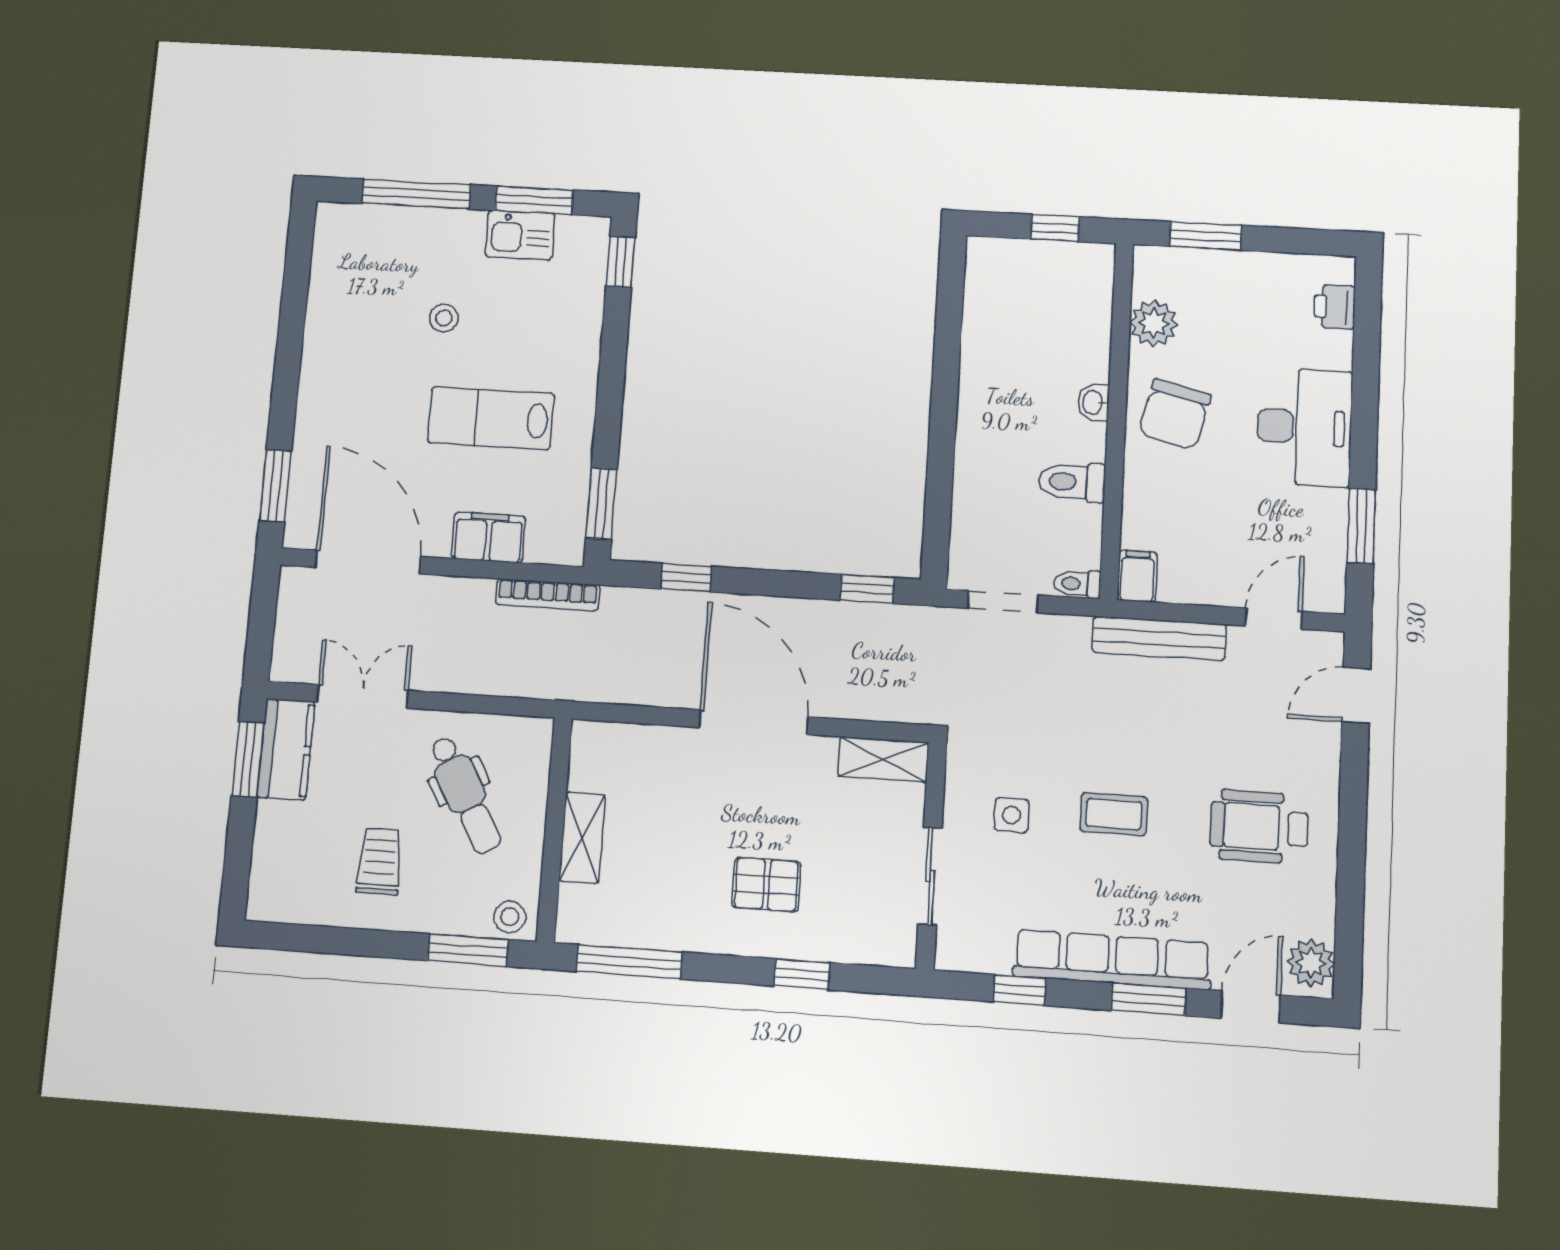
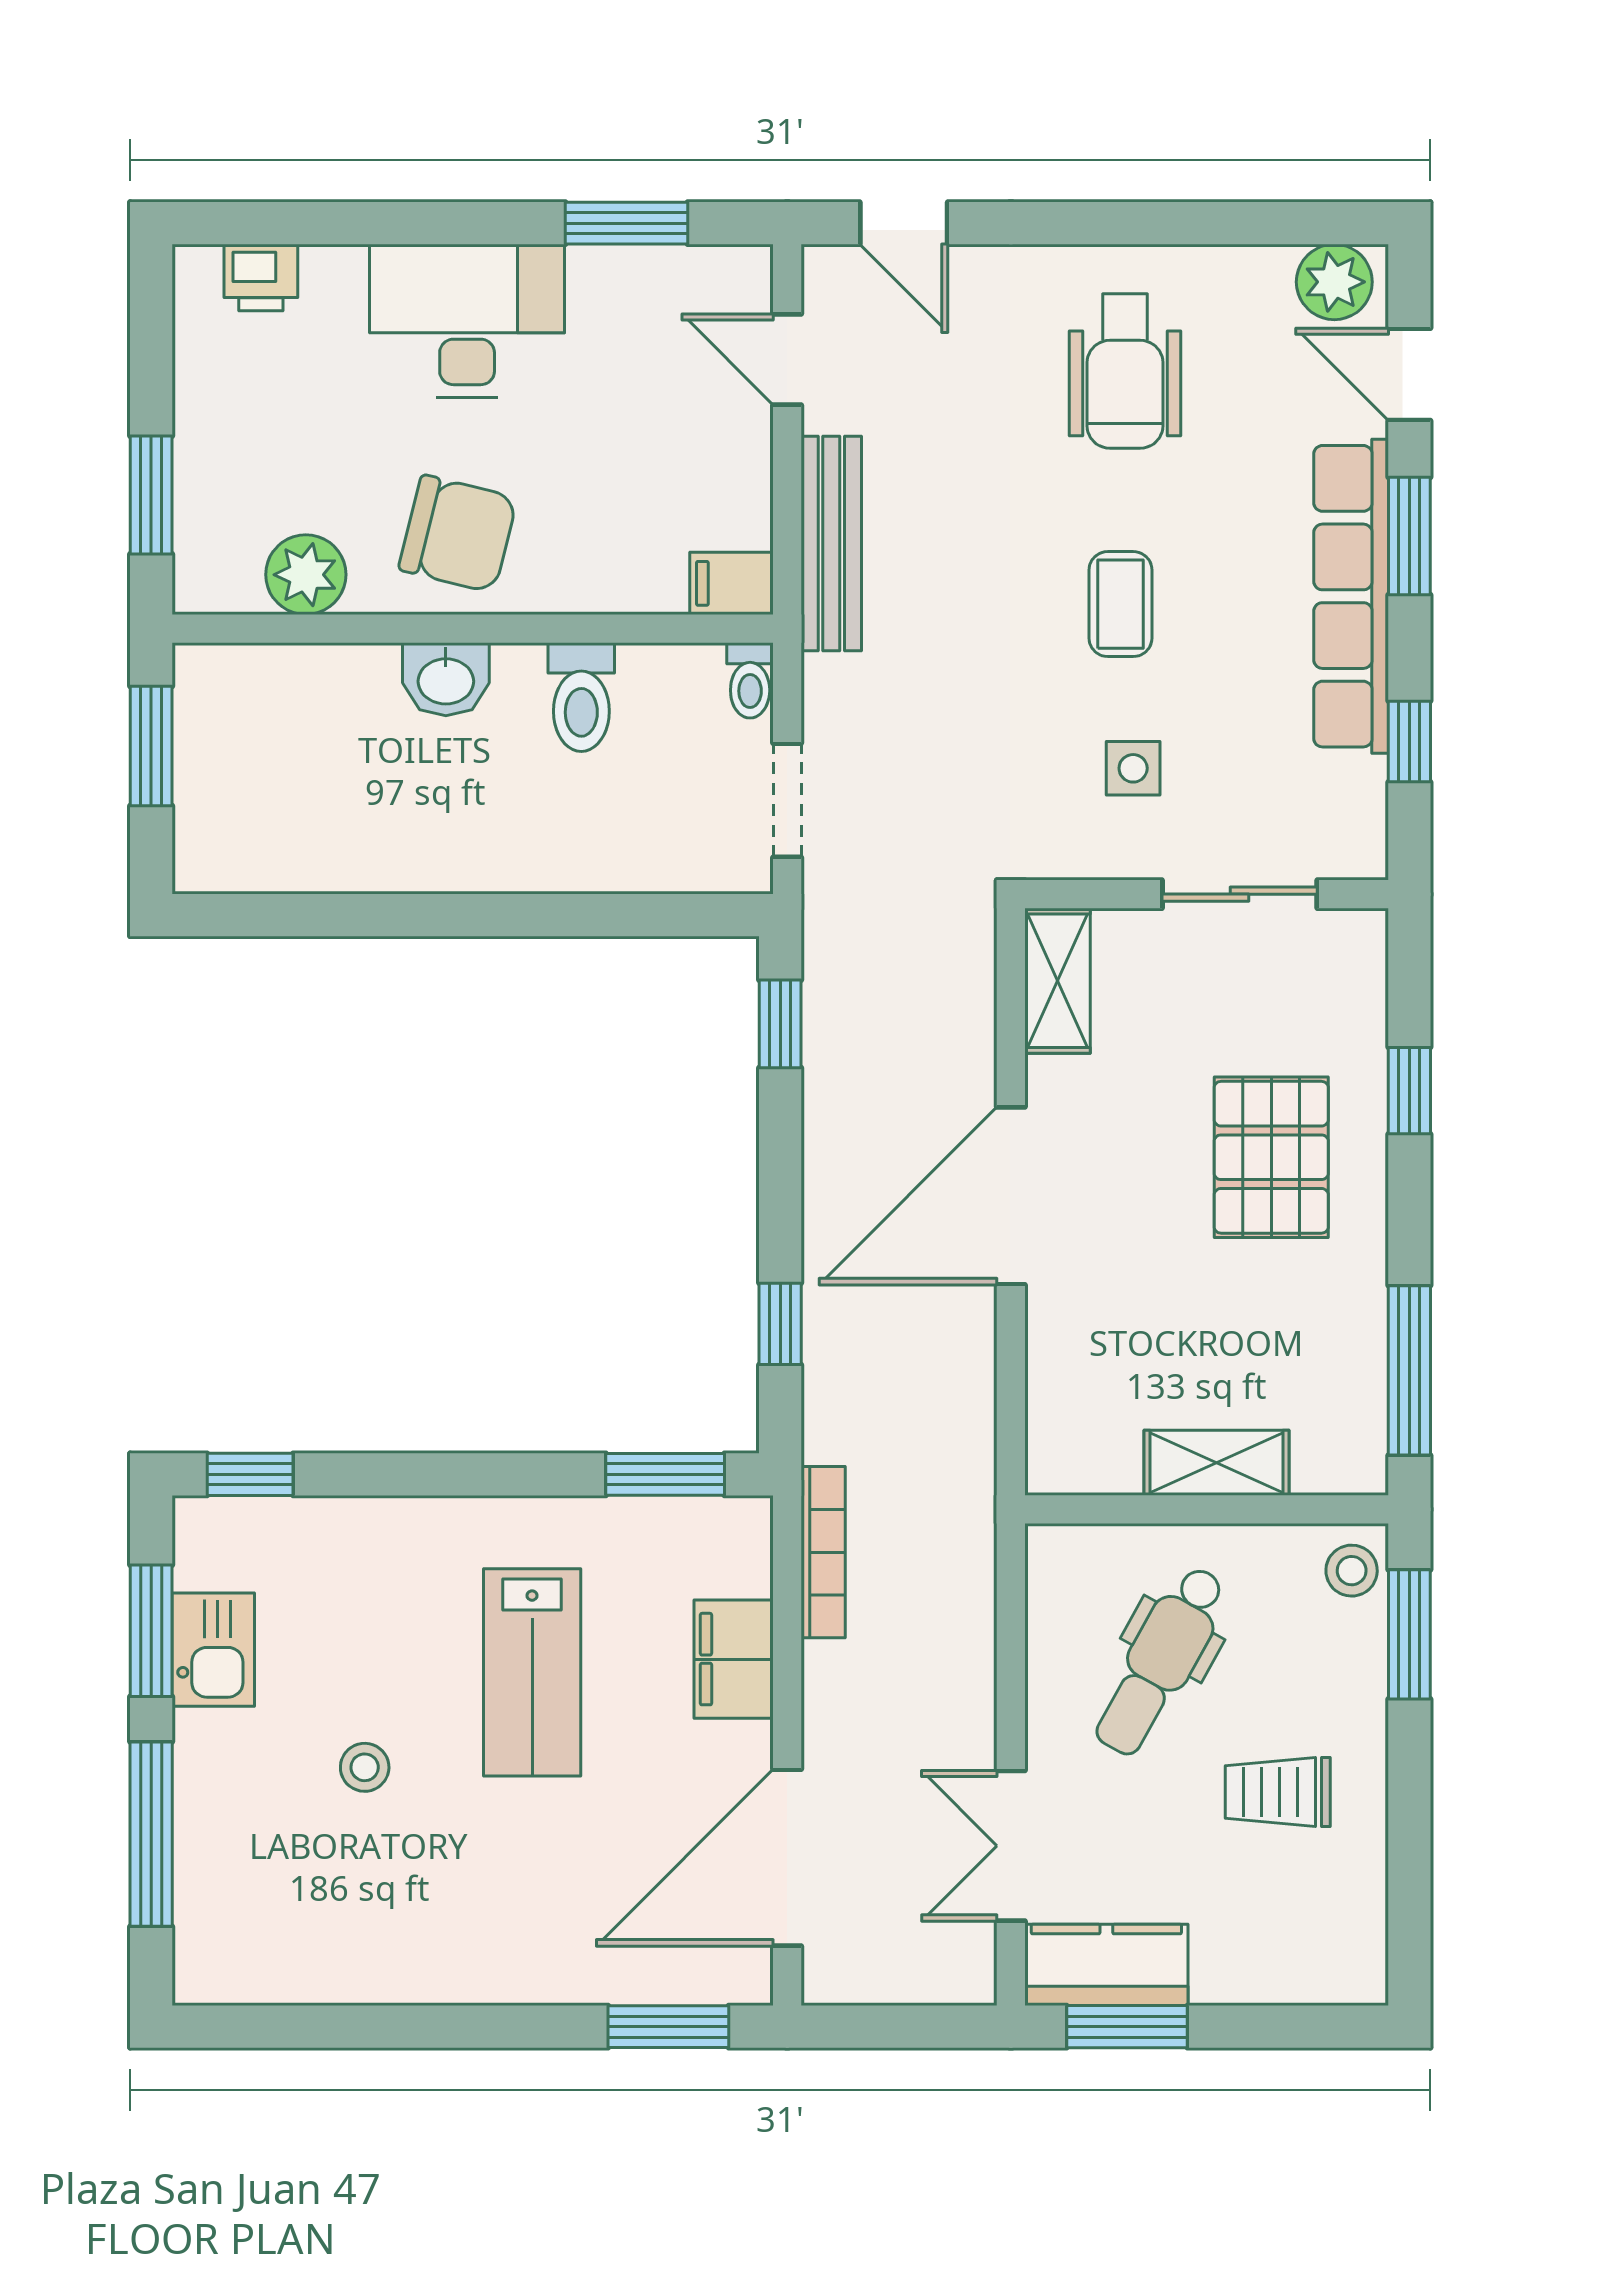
window: (1055, 228) -> (151, 746), width x1.50
washbasin: (1094, 402) -> (446, 679), width x1.38, depth x1.45
dental chair: (465, 795) -> (1161, 1661), turned 149
pallet: (766, 885) -> (1271, 1157), width x1.50, depth x1.42

